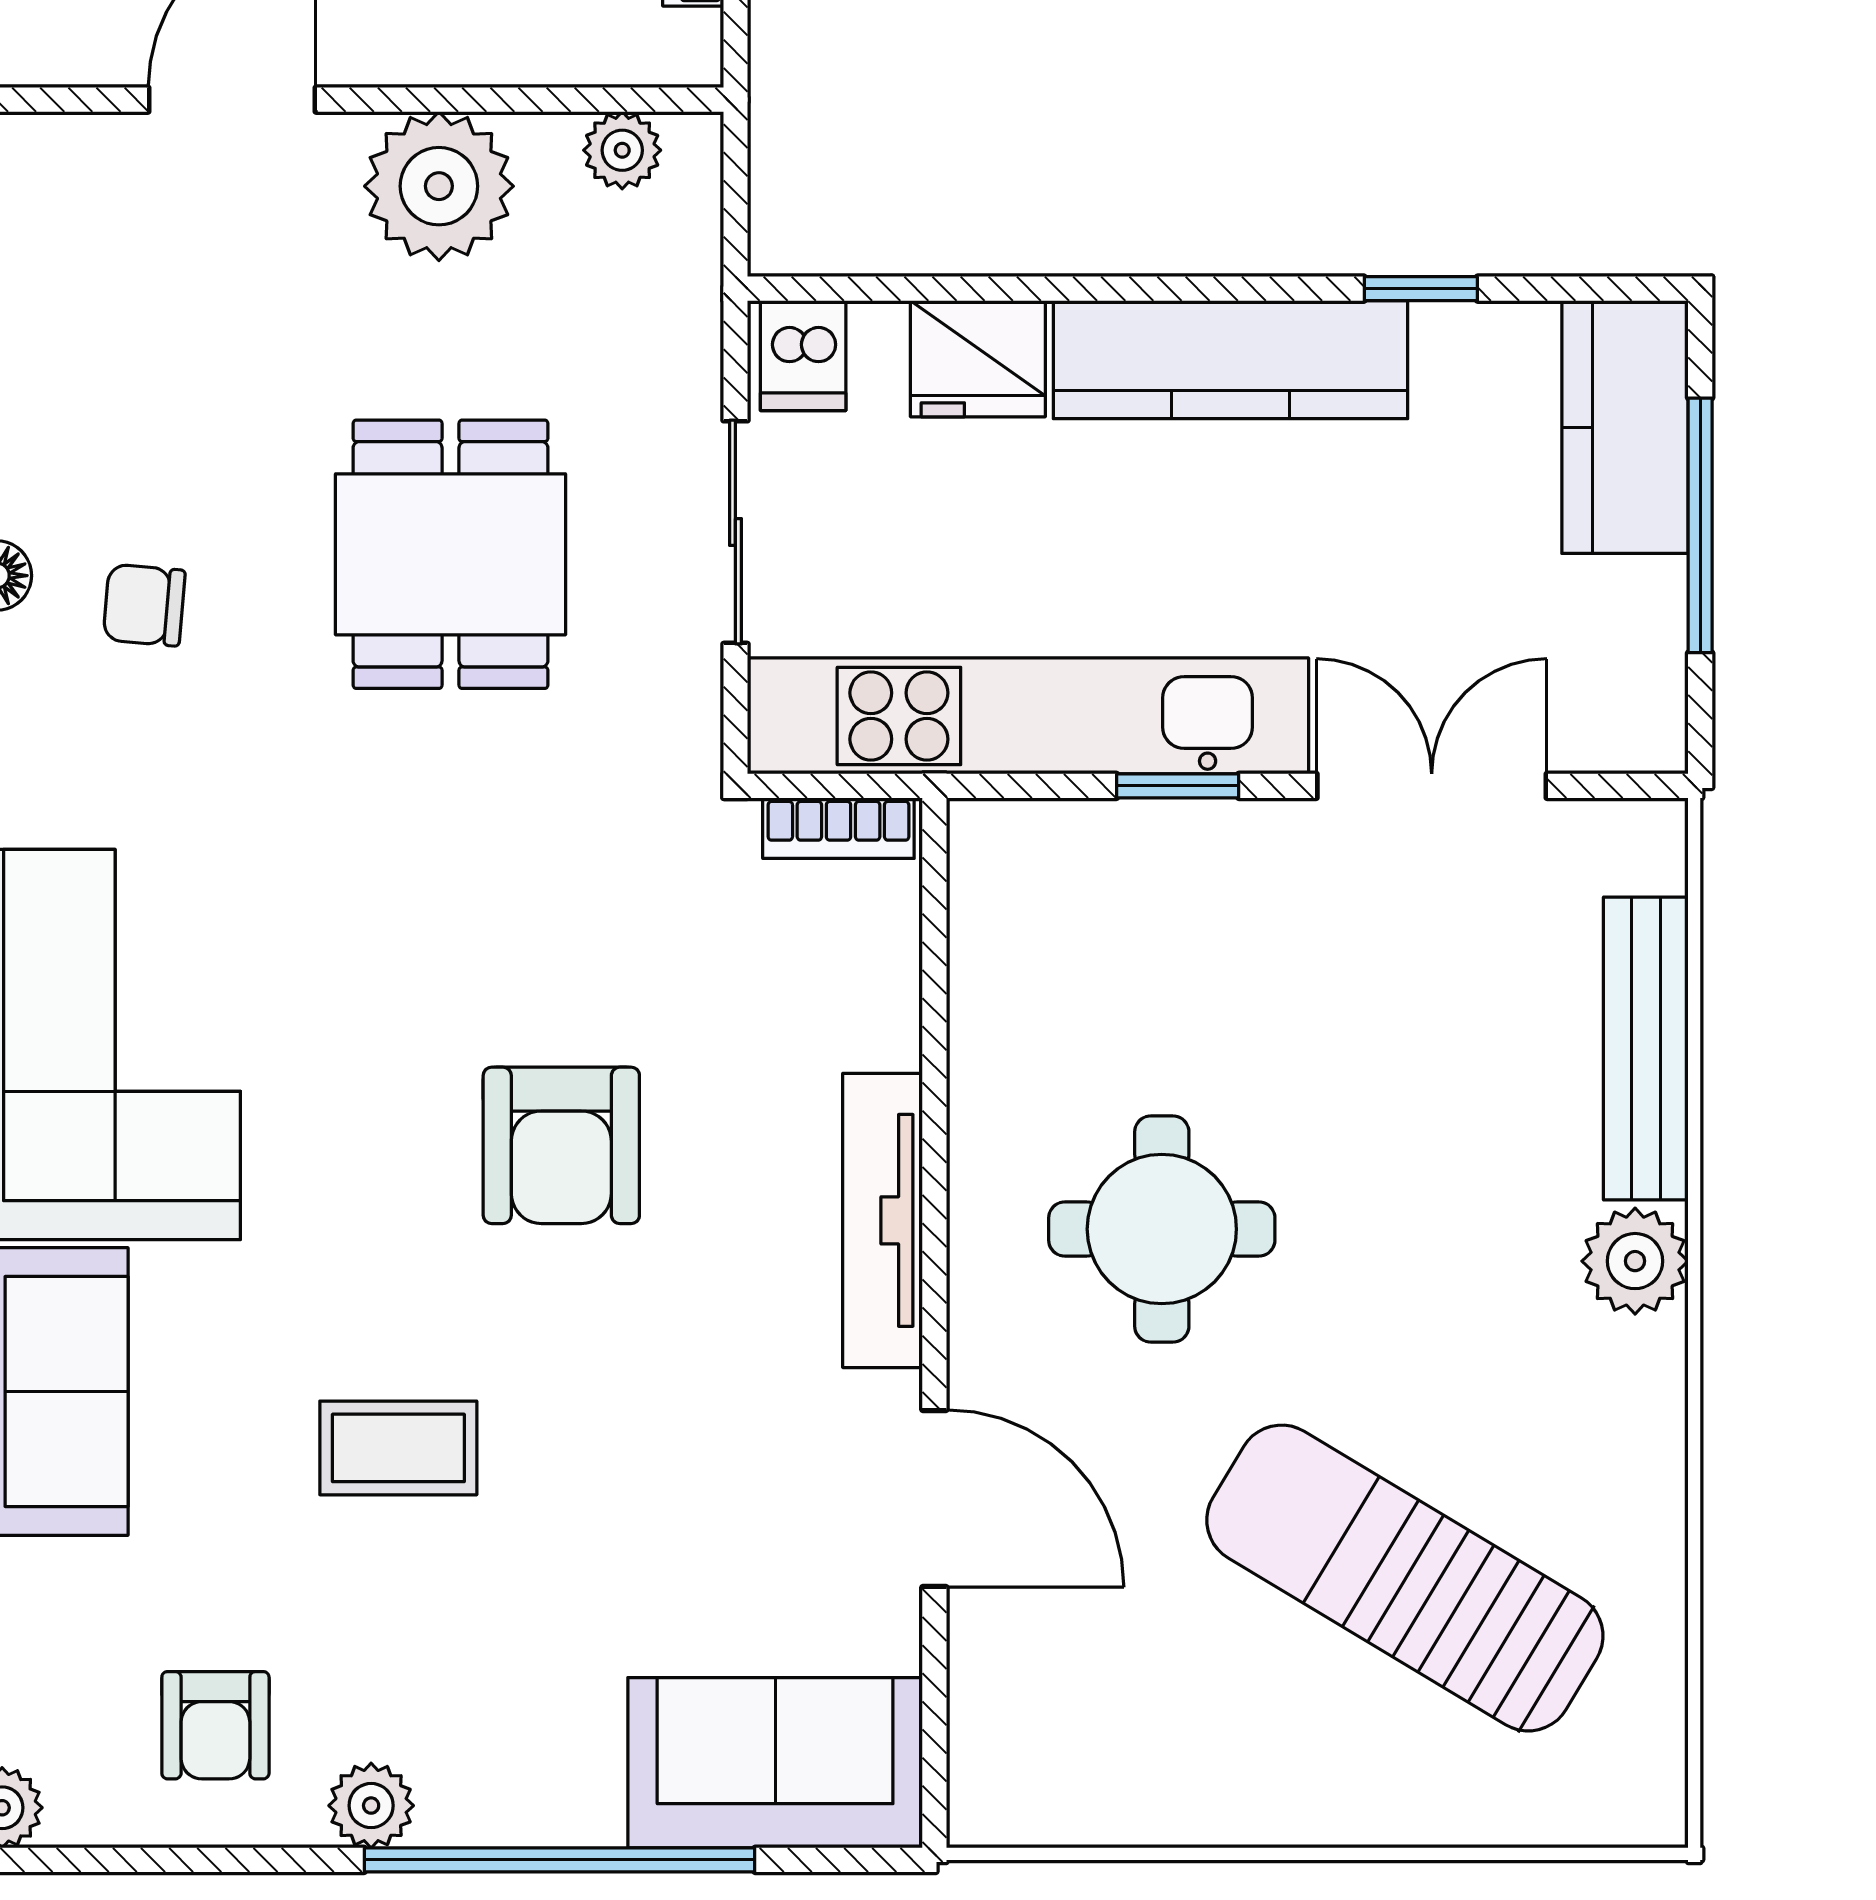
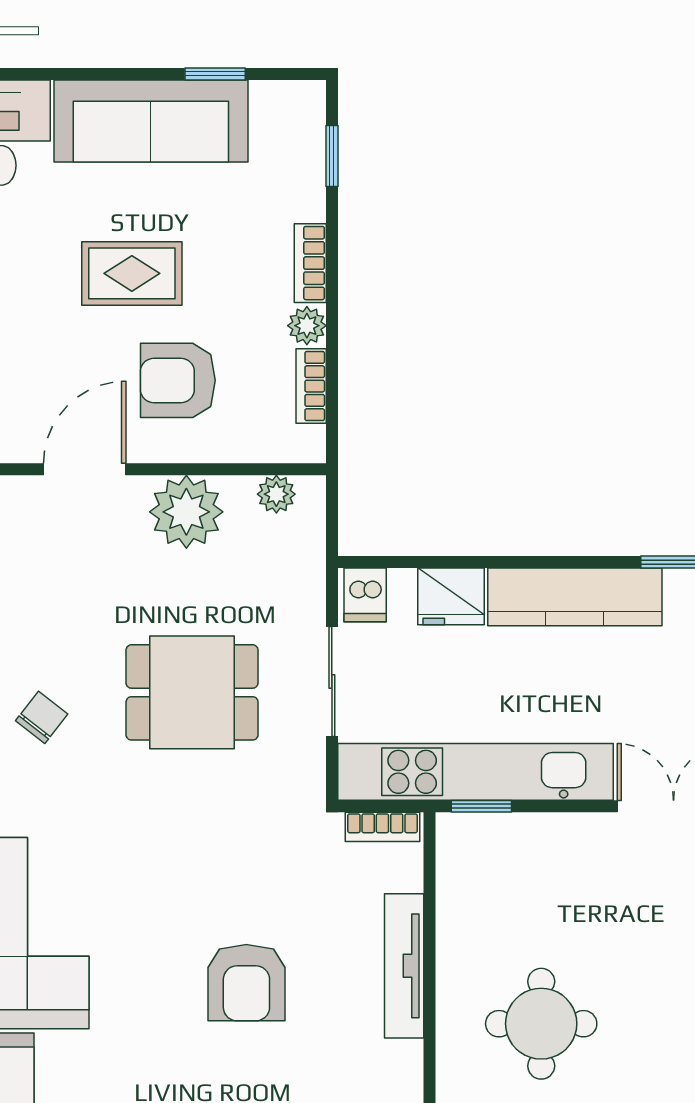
dining table: (451, 554) -> (192, 692), turned 90
chair: (144, 605) -> (42, 717), turned 123
window: (1178, 786) -> (481, 806), moved
tv unit: (883, 1220) -> (404, 966), moved

